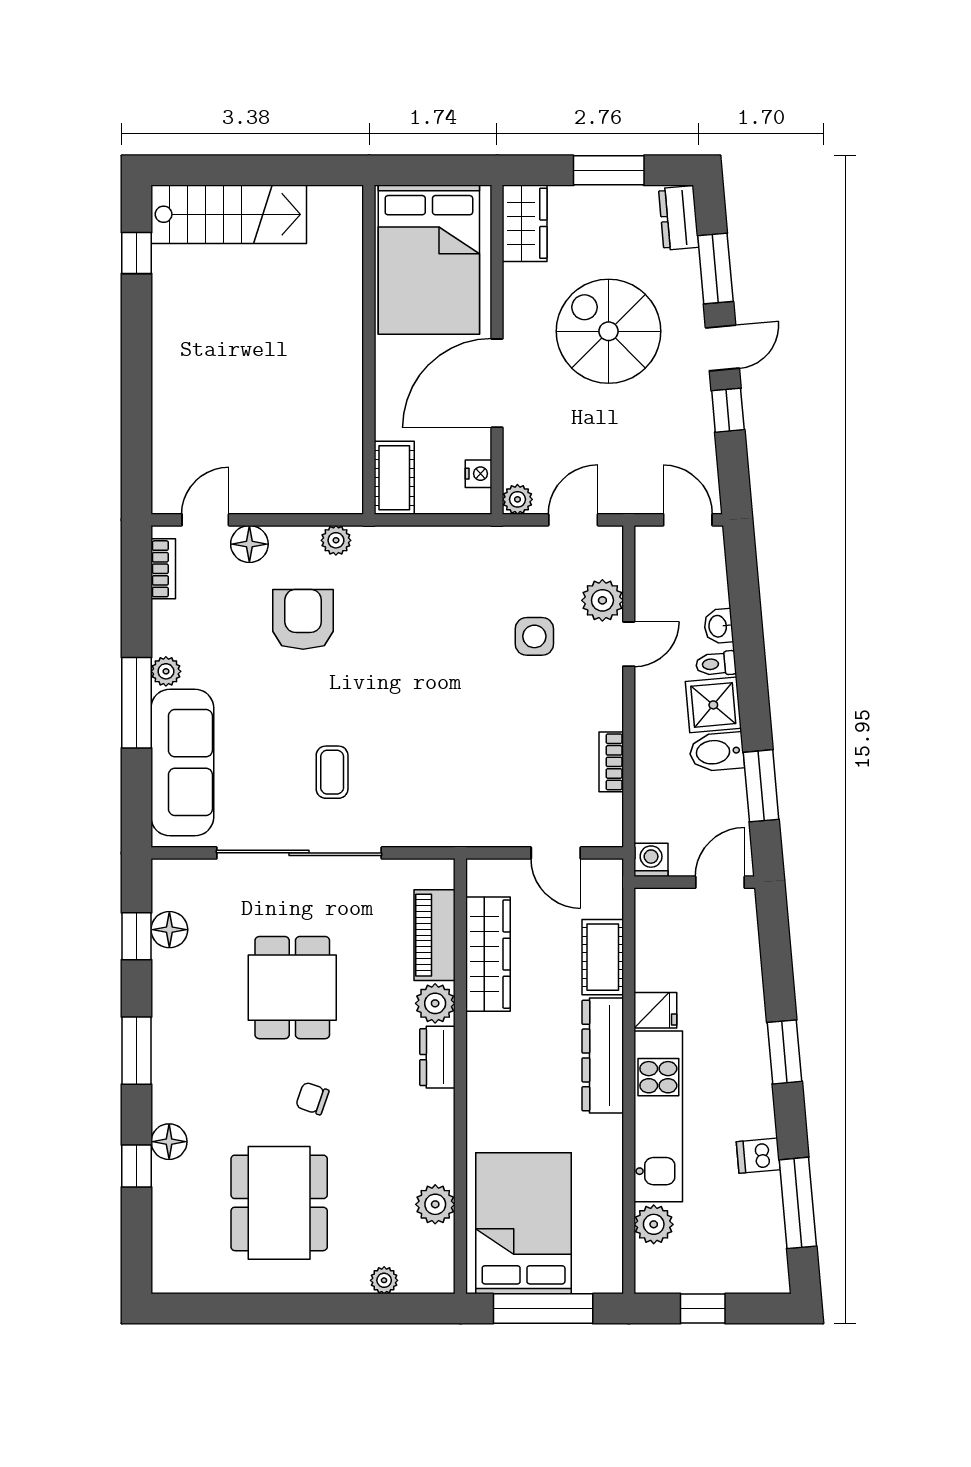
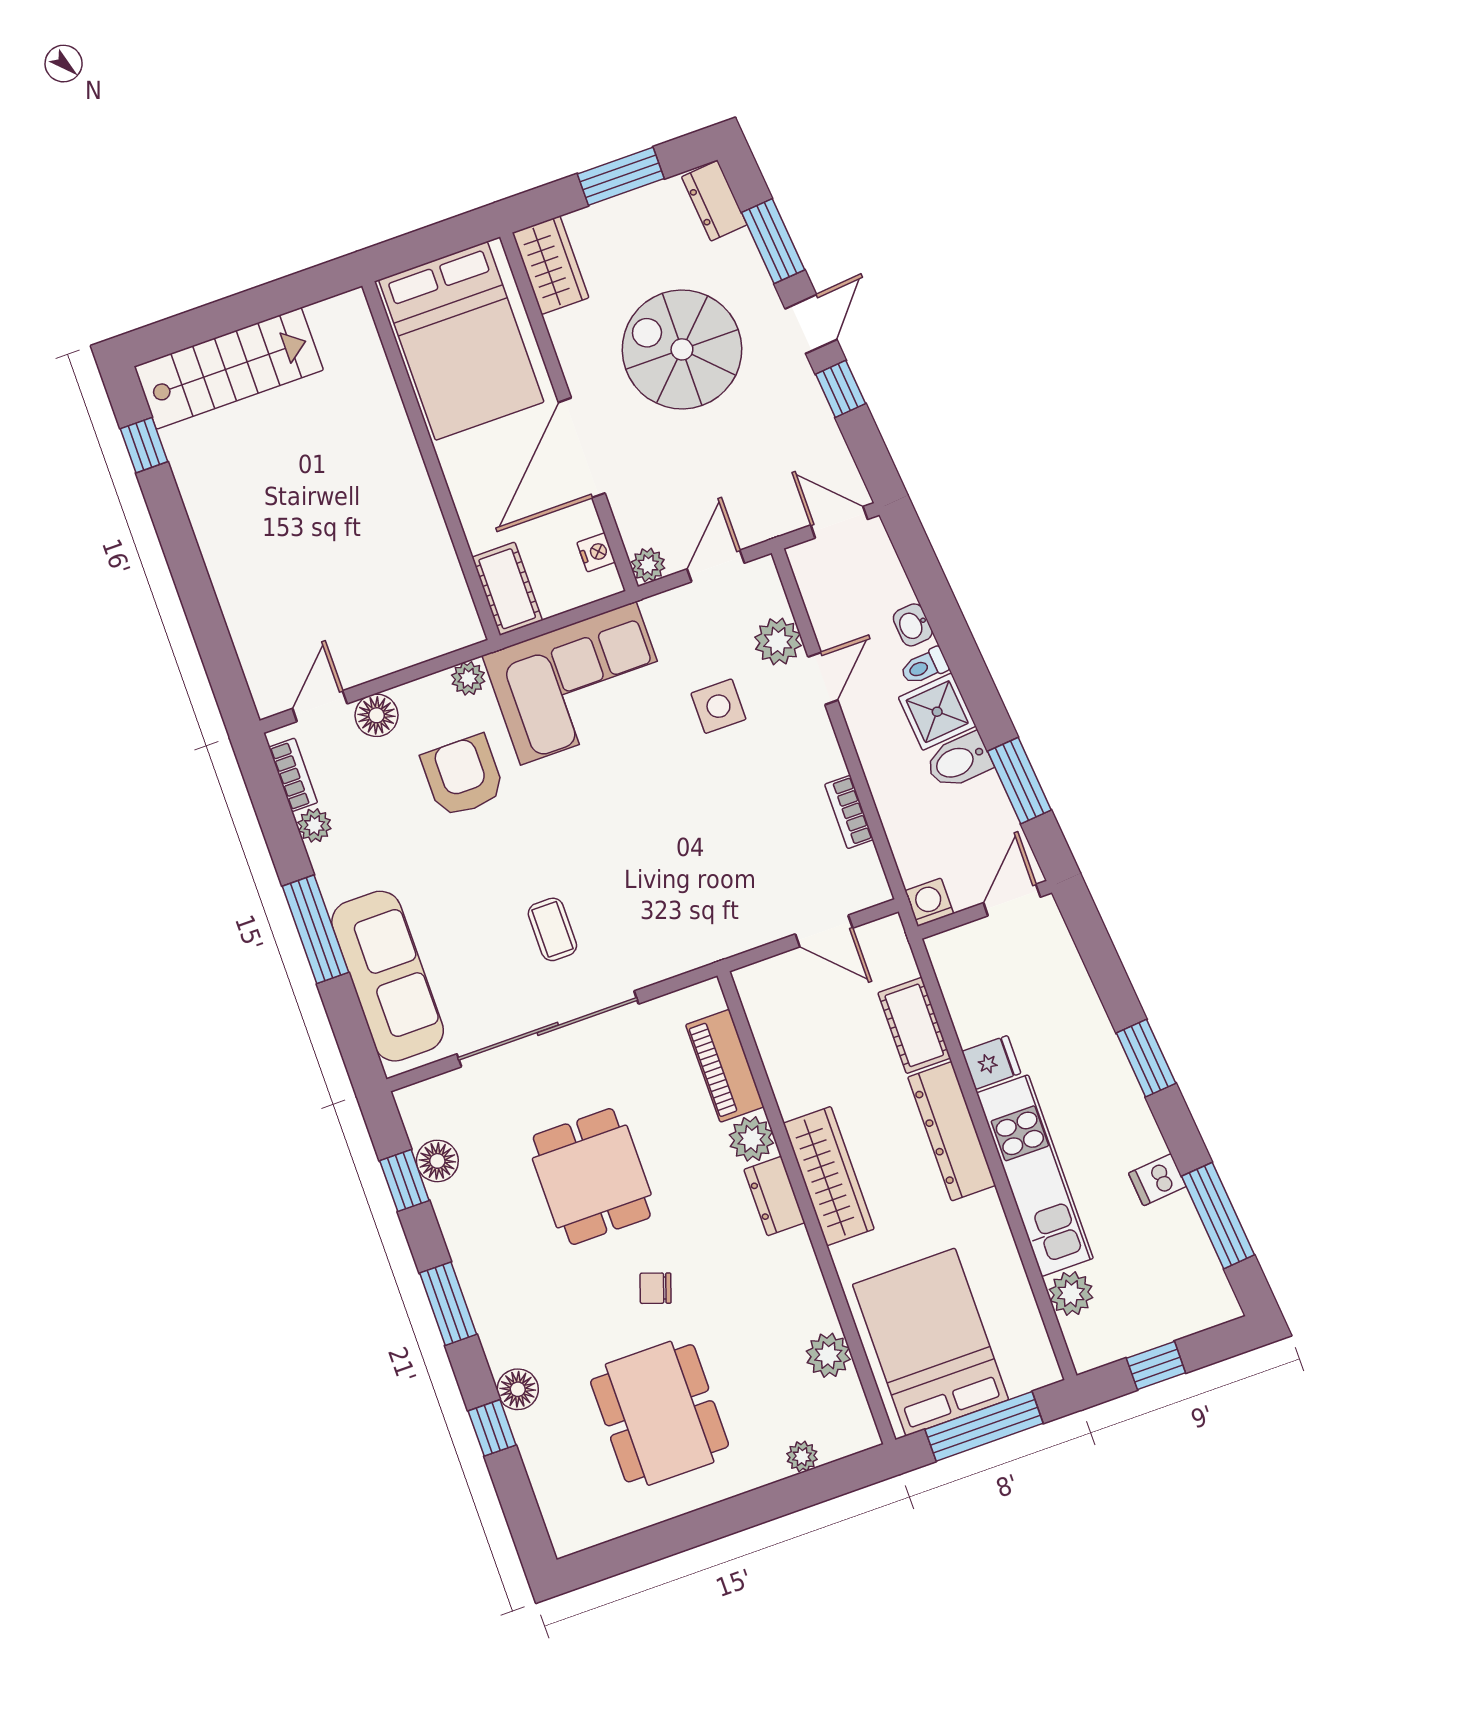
corner sofa: (425, 576) -> (578, 683), added
plant: (166, 671) -> (314, 825), moved
wardrobe: (488, 954) -> (829, 1176), moved

